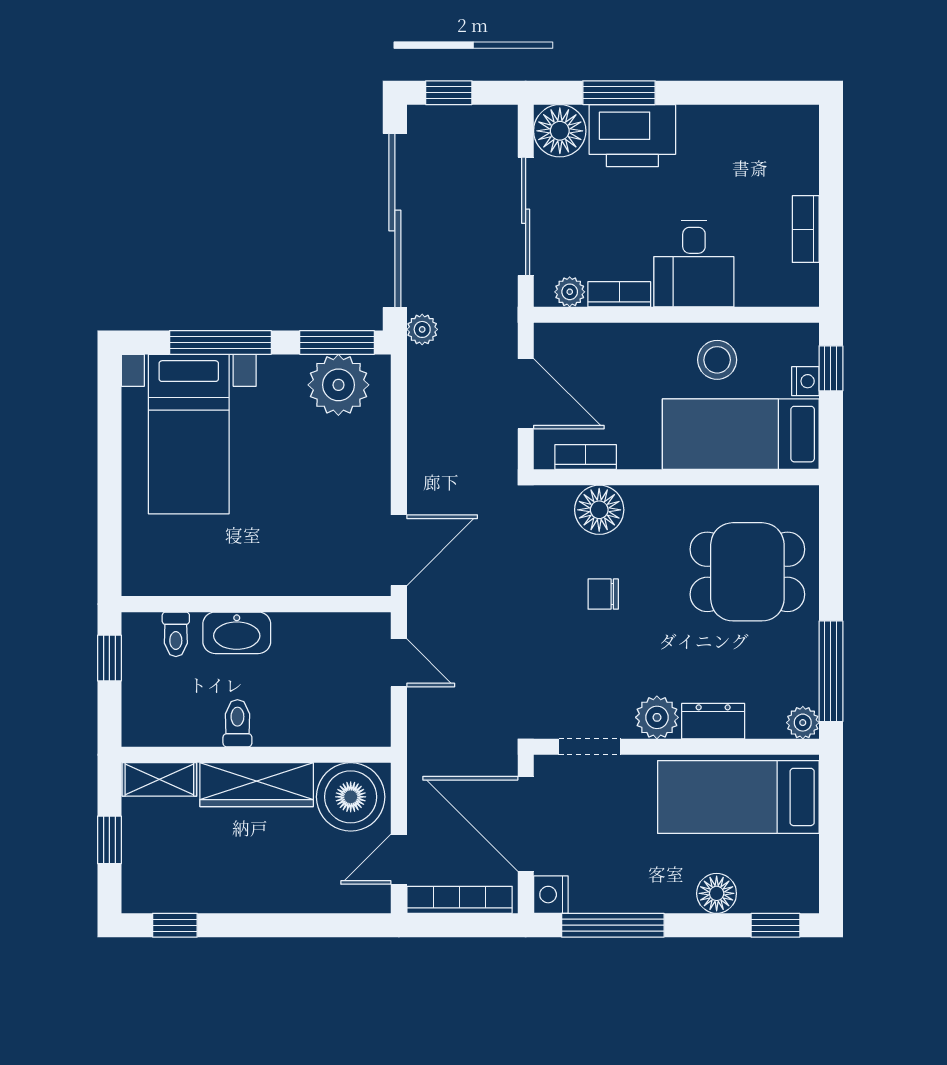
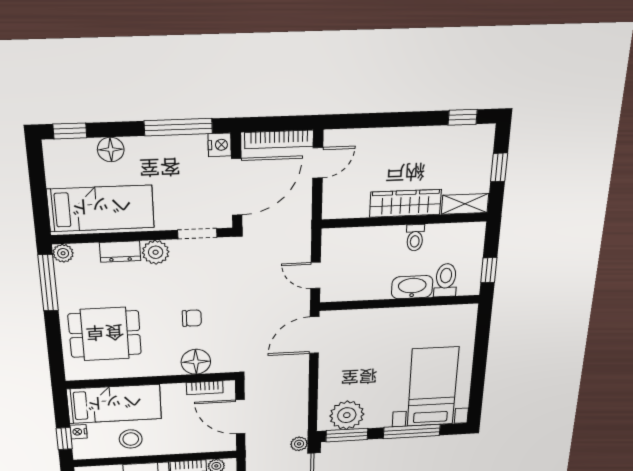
toilet: (176, 634) -> (446, 280), width x1.37, depth x1.39
boiler: (351, 797) -> (347, 199), removed
door: (526, 824) -> (237, 187), hinge flipped

